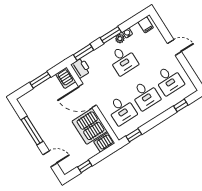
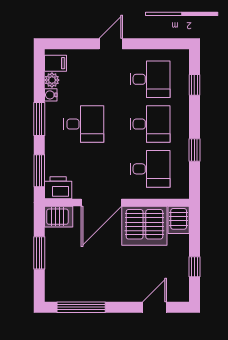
plant: (120, 39) -> (52, 80), moved
window: (32, 130) -> (81, 307), moved
window: (134, 135) -> (194, 150), moved

